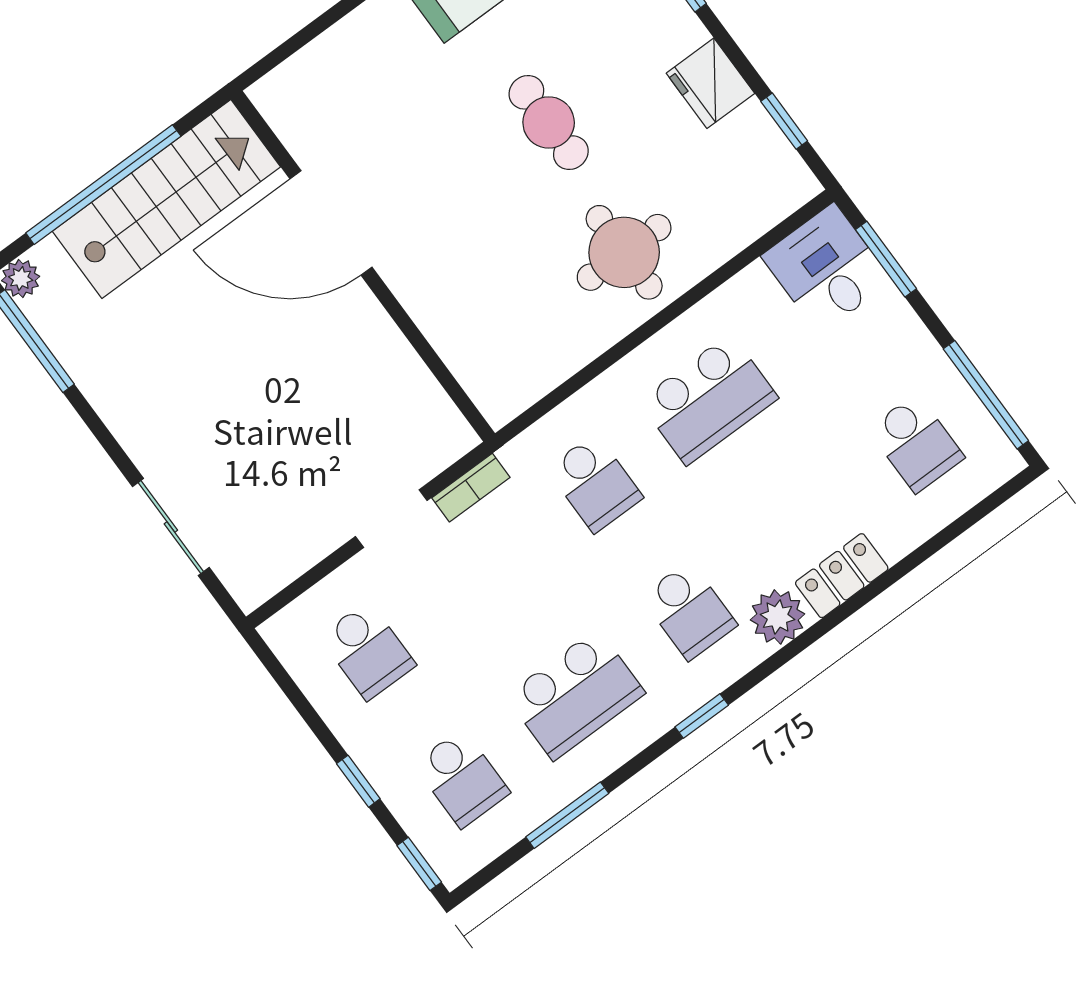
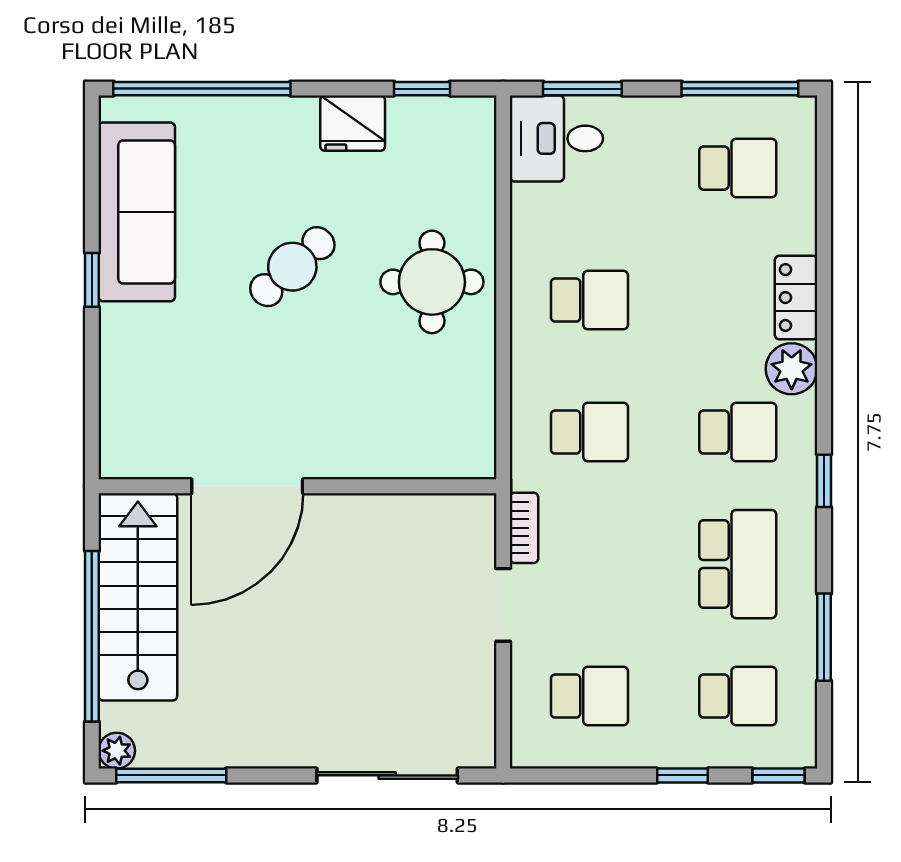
cafe table: (549, 122) -> (292, 267), turned -42
school desk: (708, 399) -> (589, 300), width x0.54
sliding door: (171, 527) -> (387, 775), width x1.37

